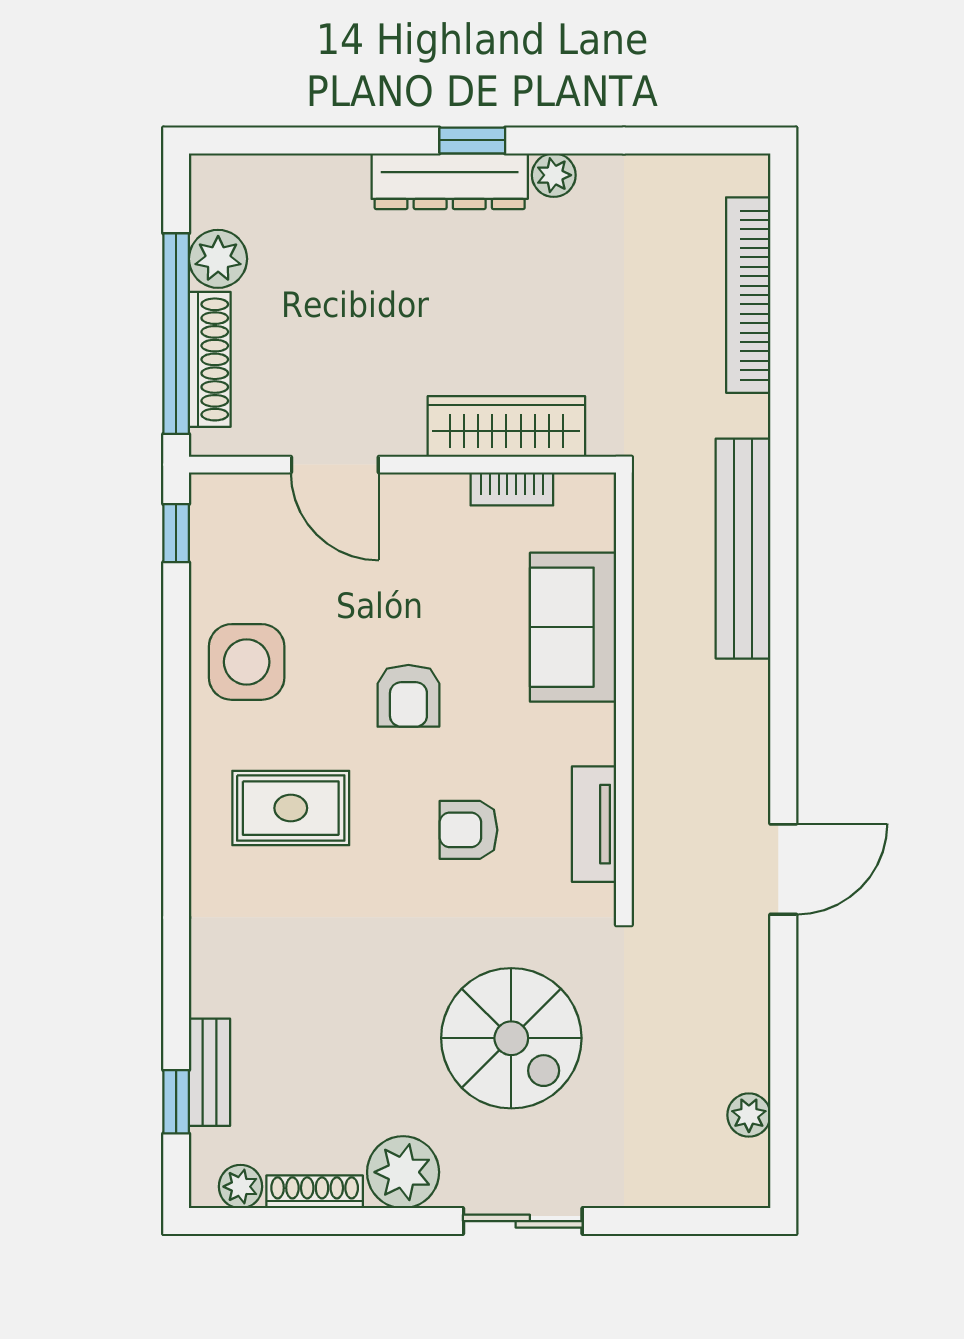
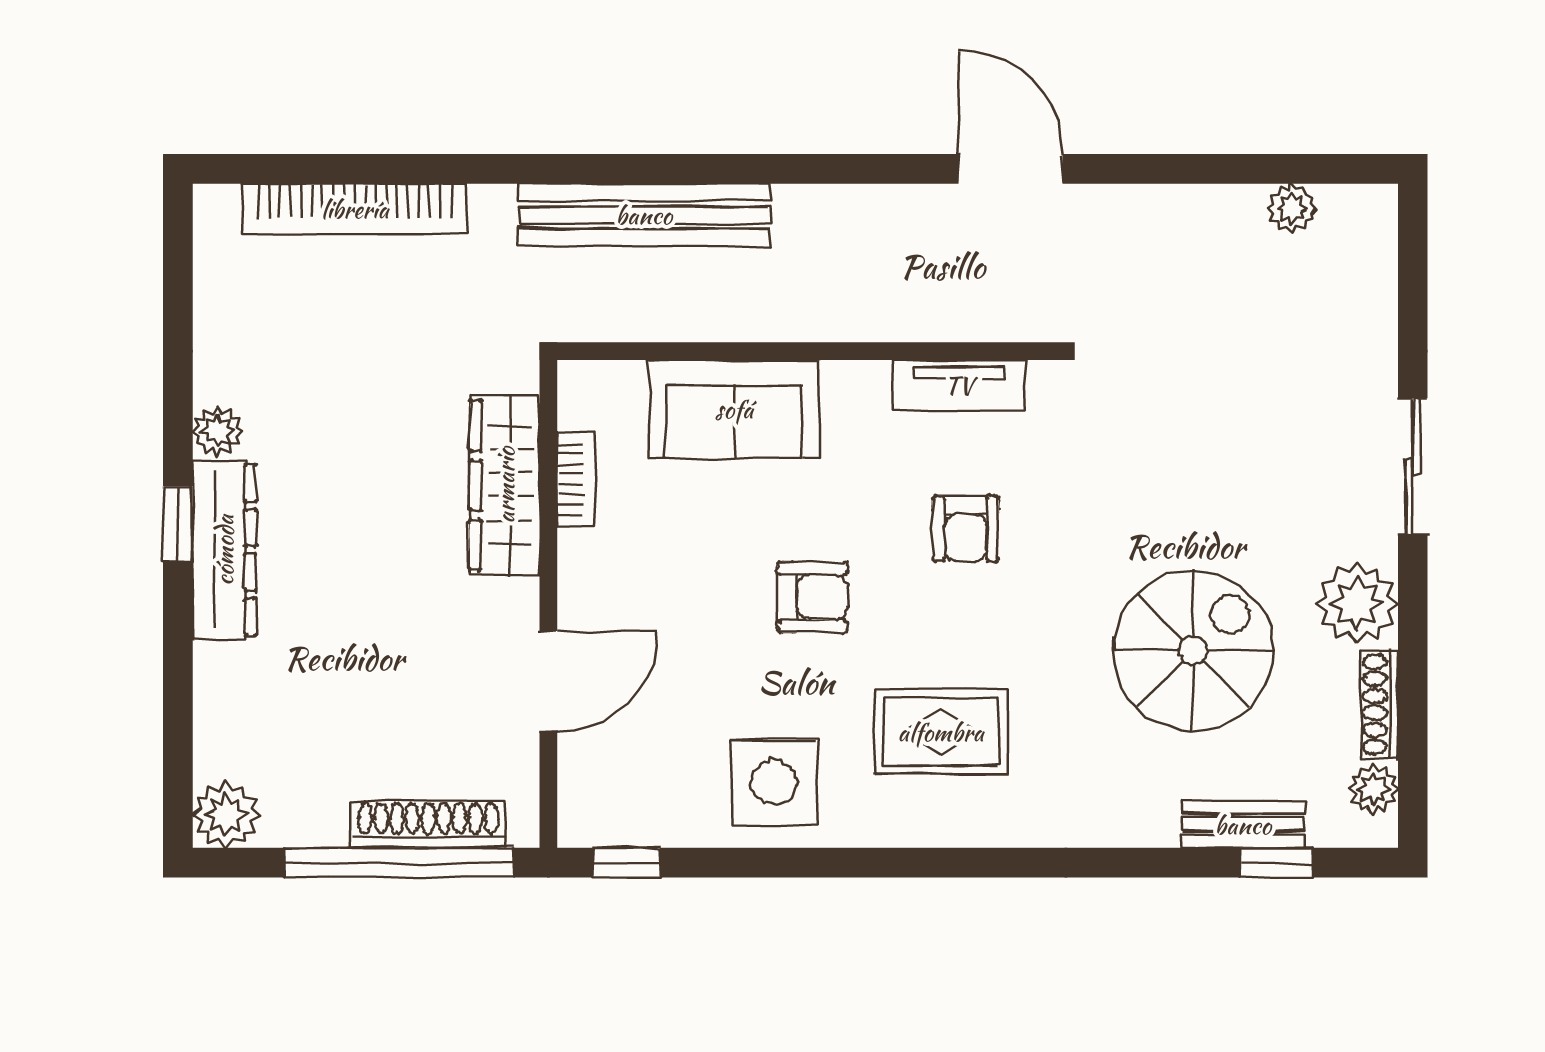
plant: (218, 259) -> (226, 815), moved
rug: (291, 808) -> (941, 732), turned 90
spiral stairs: (511, 1038) -> (1193, 651), moved

